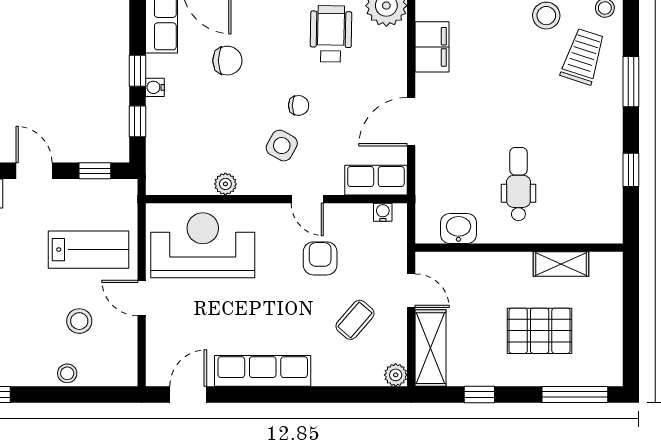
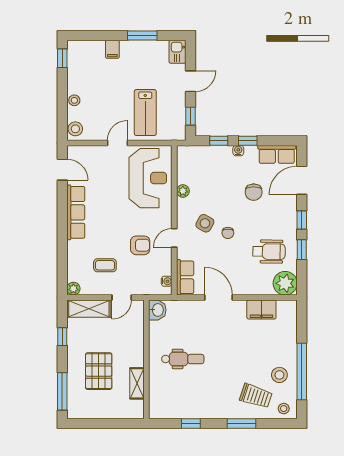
washbasin: (459, 228) -> (157, 310), moved
coffee table: (355, 320) -> (105, 265), turned -41
stool: (79, 321) -> (75, 129), moved

